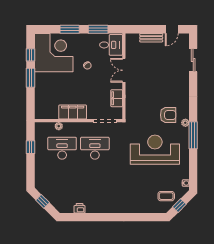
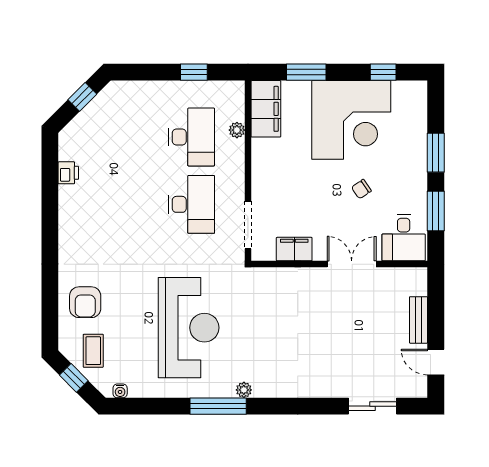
corner desk: (54, 53) -> (351, 120), moved
window: (30, 78) -> (306, 72), moved
filing cabinet: (73, 112) -> (266, 109), moved
armchair: (168, 115) -> (85, 302), moved

